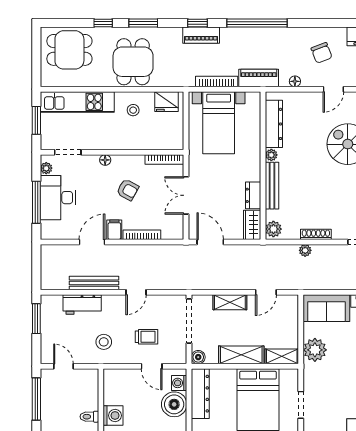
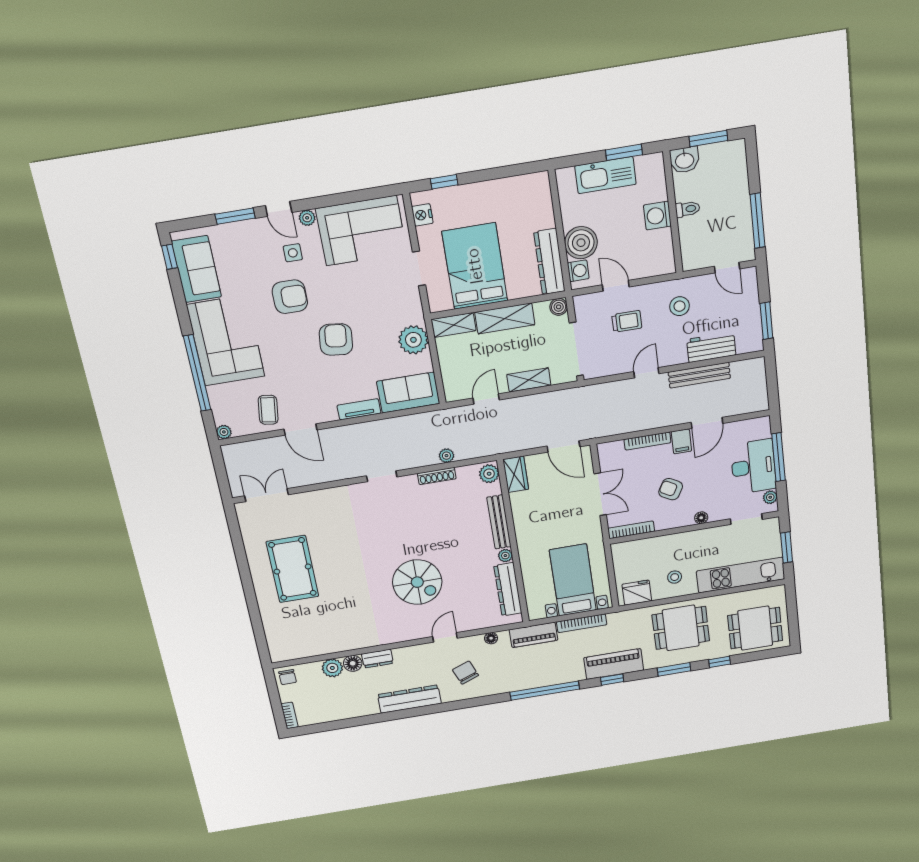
piano: (201, 35) -> (614, 664), width x1.37, depth x1.33
dining table: (133, 62) -> (681, 628), turned 90
dresser: (253, 195) -> (520, 508), removed
trolley: (147, 337) -> (627, 321), turned 180

